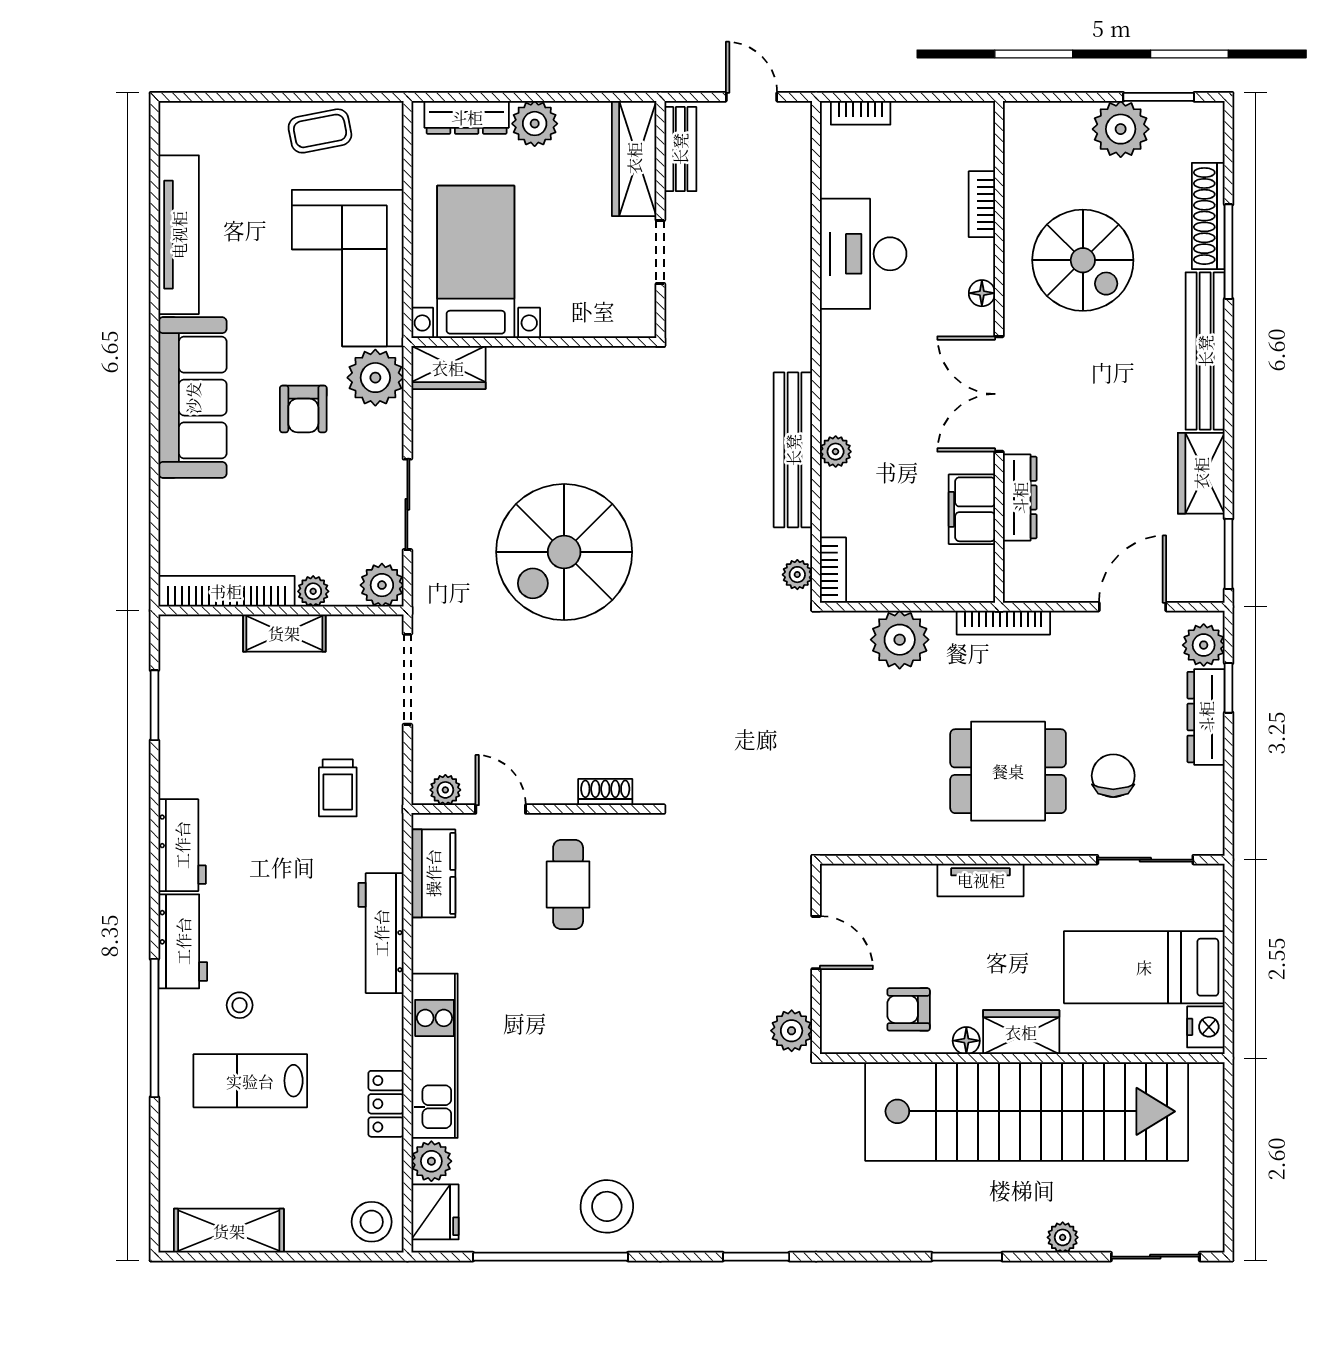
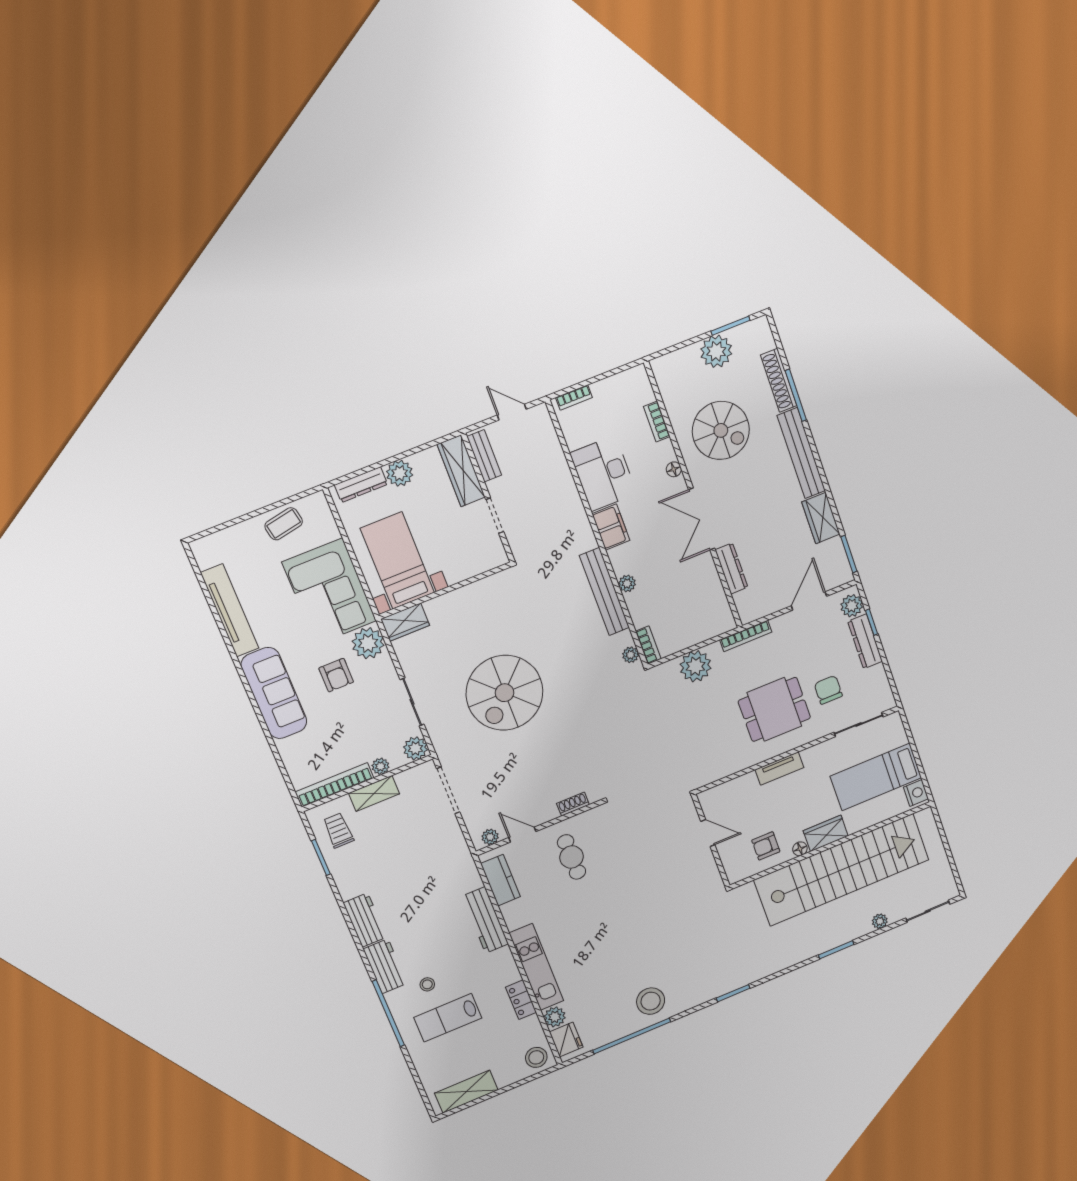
filing cabinet: (972, 509) -> (611, 527), moved, turned 180
trolley: (338, 788) -> (338, 830), moved, turned 180
plant: (792, 1031) -> (711, 880), removed

